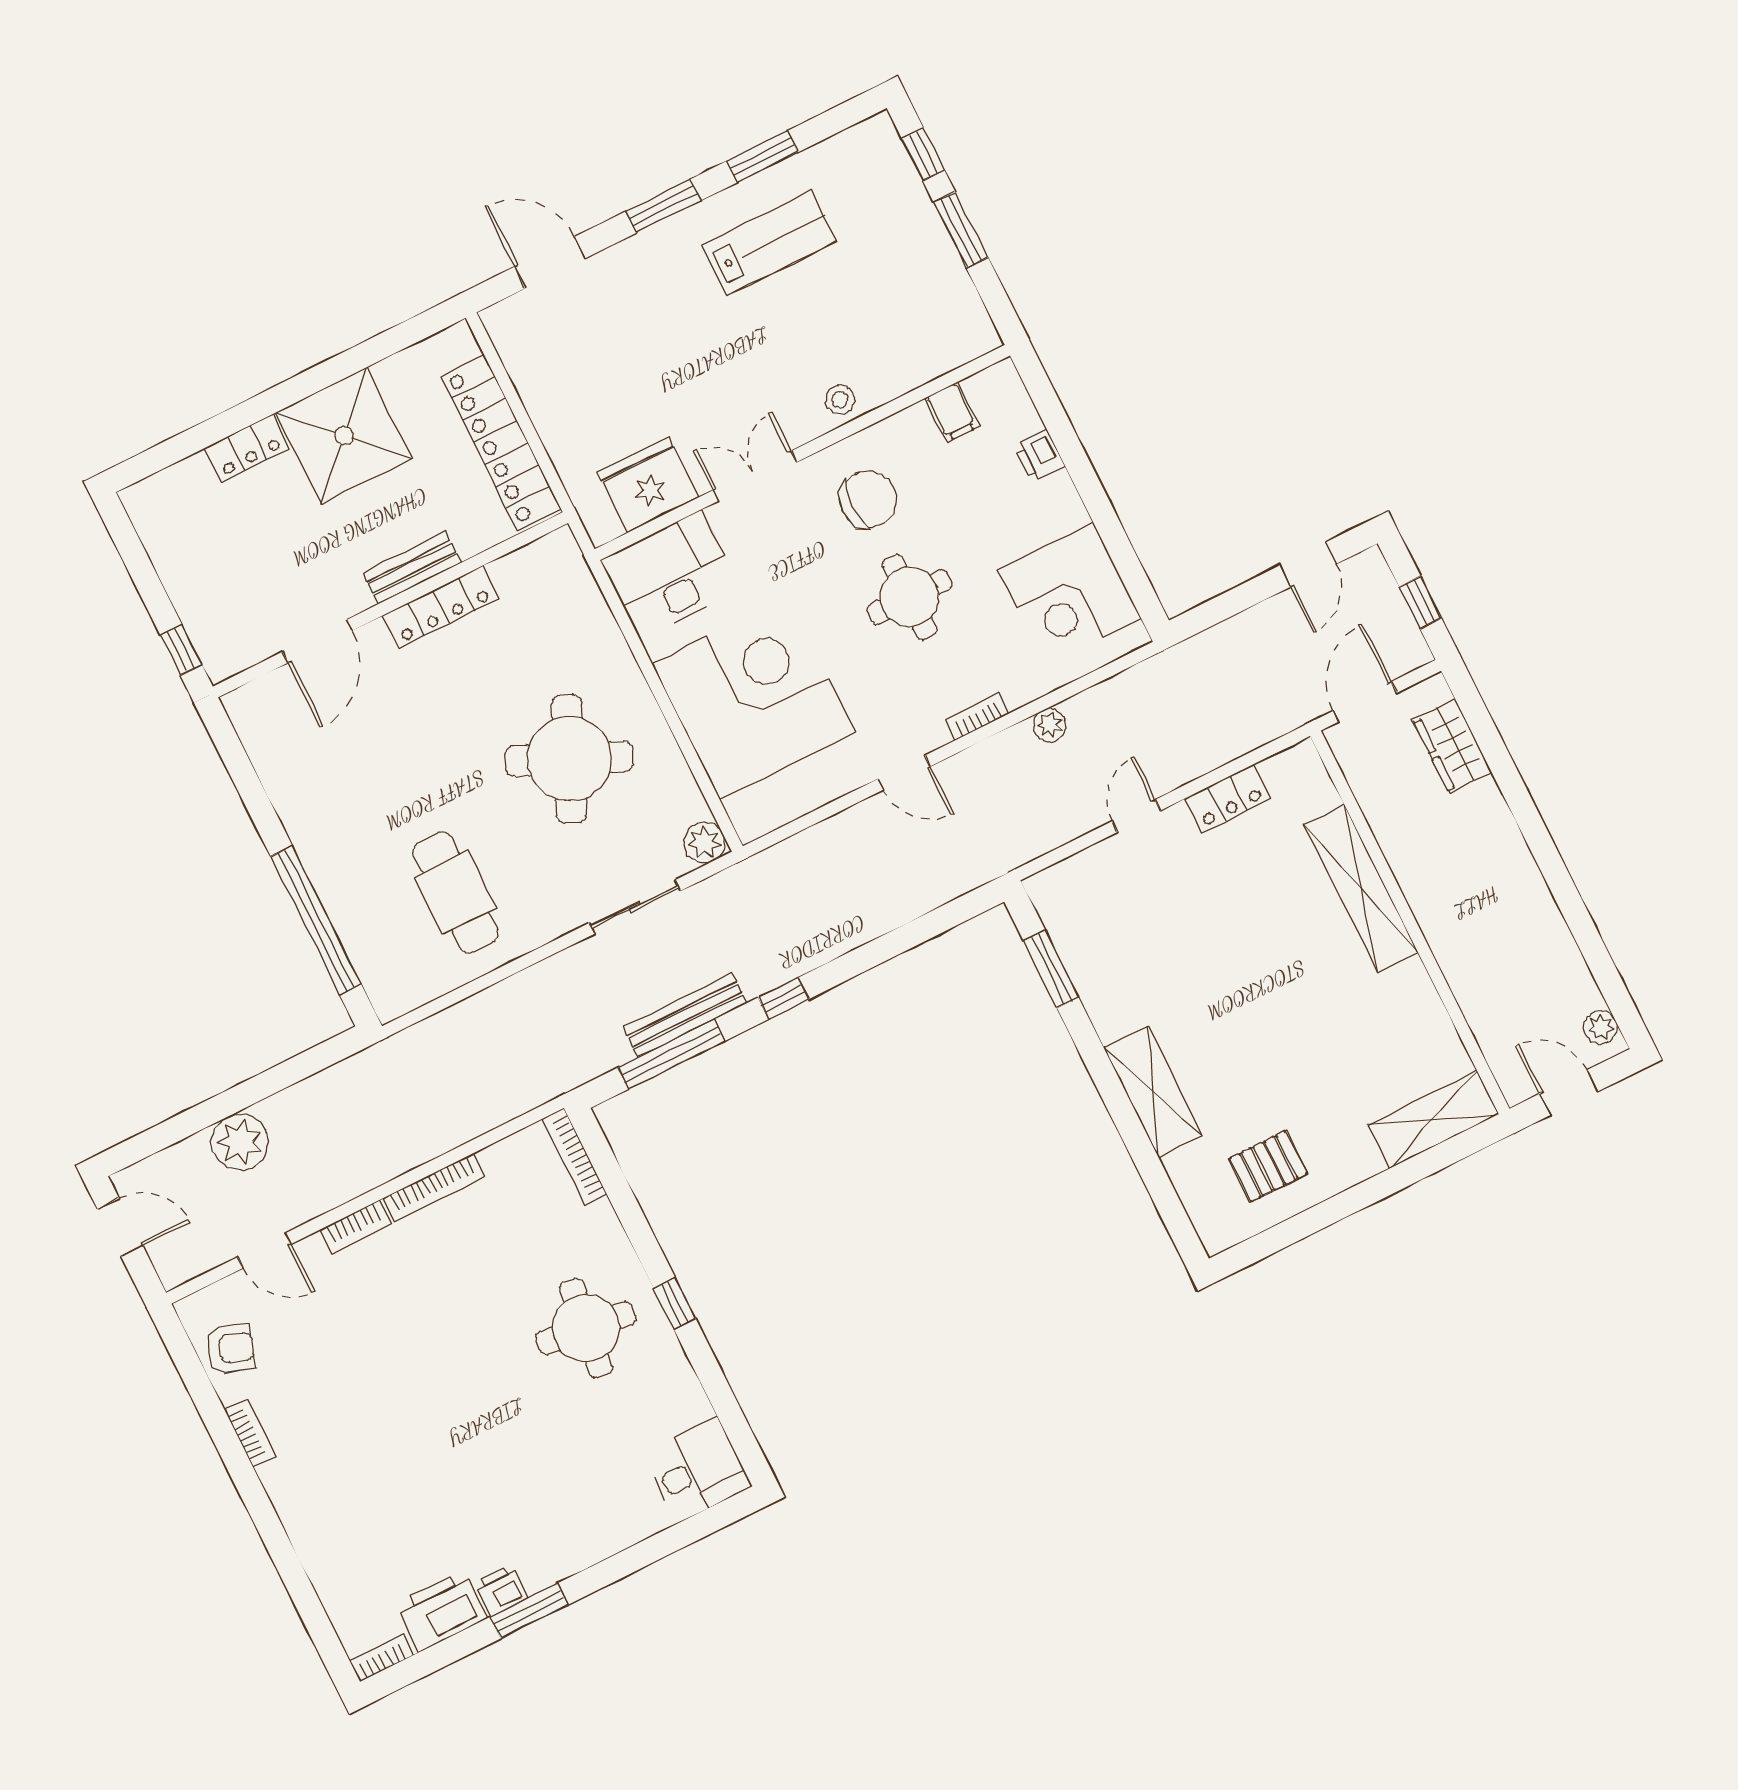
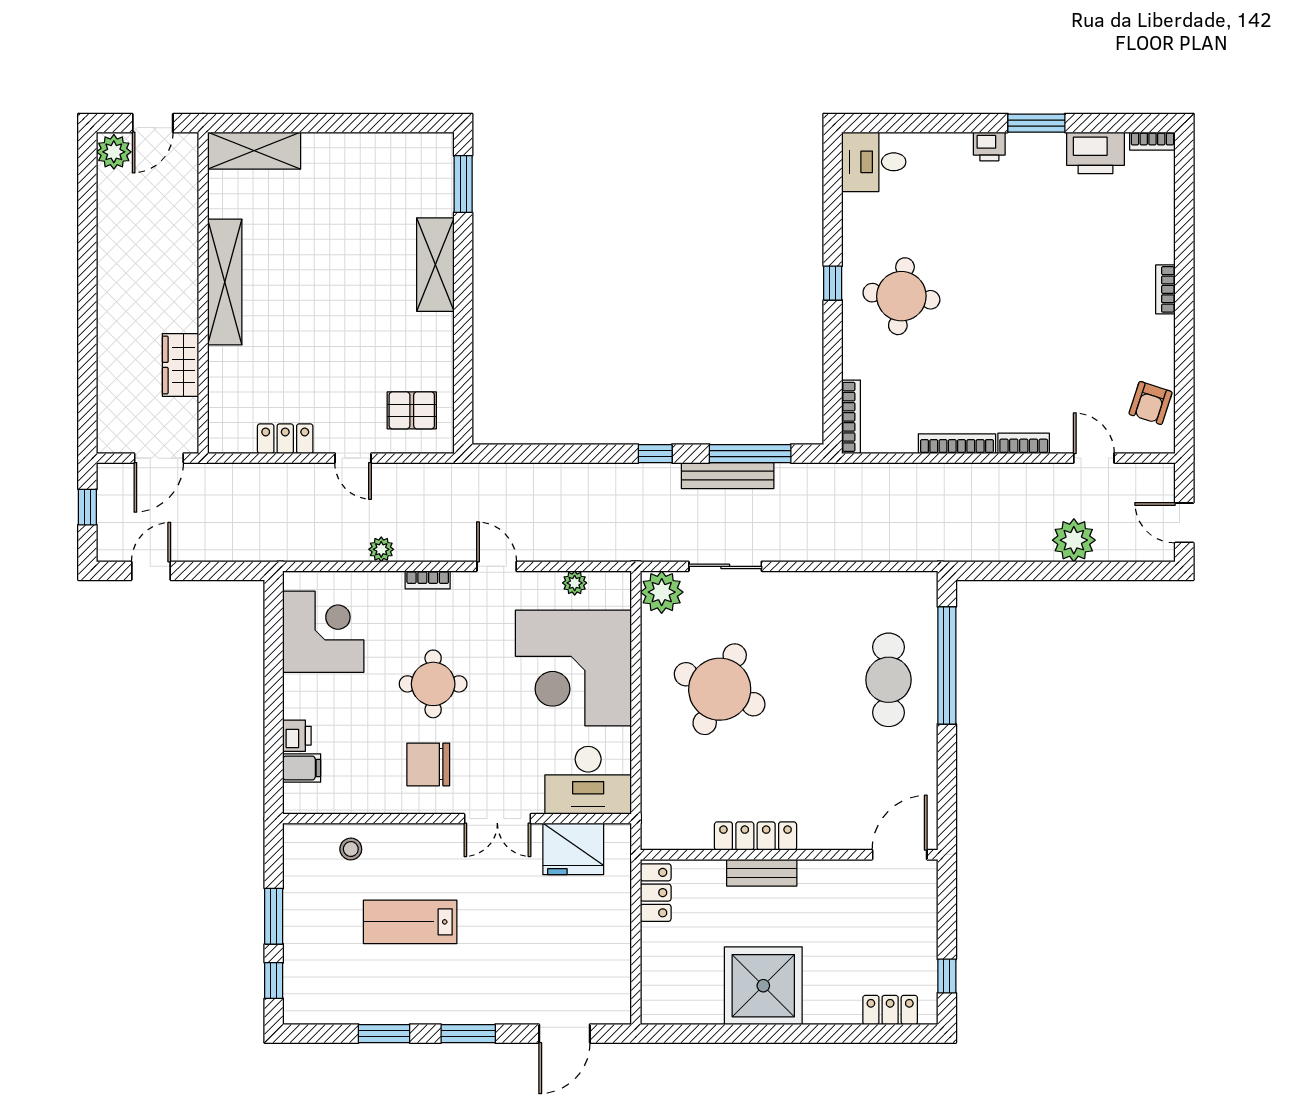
lab bench: (769, 243) -> (410, 922), moved
door: (550, 263) -> (564, 1034), hinge flipped
stool: (840, 400) -> (351, 849), moved
filing cabinet: (952, 412) -> (302, 768), moved, turned 90
locker: (501, 443) -> (656, 893), width x0.46, depth x0.83
locker: (247, 448) -> (890, 1010), moved
door: (318, 641) -> (900, 855), moved
window: (181, 650) -> (947, 976), moved
wardrobe: (1452, 746) -> (180, 365), moved, turned 180
plant: (802, 799) -> (575, 583), added
door: (1136, 816) -> (353, 458), hinge flipped
plant: (705, 843) -> (662, 592), width x1.36, depth x1.36
shelving: (1361, 888) -> (225, 282), moved
cafe table: (456, 892) -> (889, 680), moved
window: (1051, 969) -> (463, 184), moved
plant: (1600, 1027) -> (114, 152), width x1.38, depth x1.38
door: (1569, 1093) -> (153, 123), hinge flipped
pallet: (1268, 1166) -> (412, 410), moved
armchair: (230, 1349) -> (1151, 403), turned -90
bookcase: (250, 1433) -> (1165, 289), moved
printer: (501, 1591) -> (989, 146), moved

